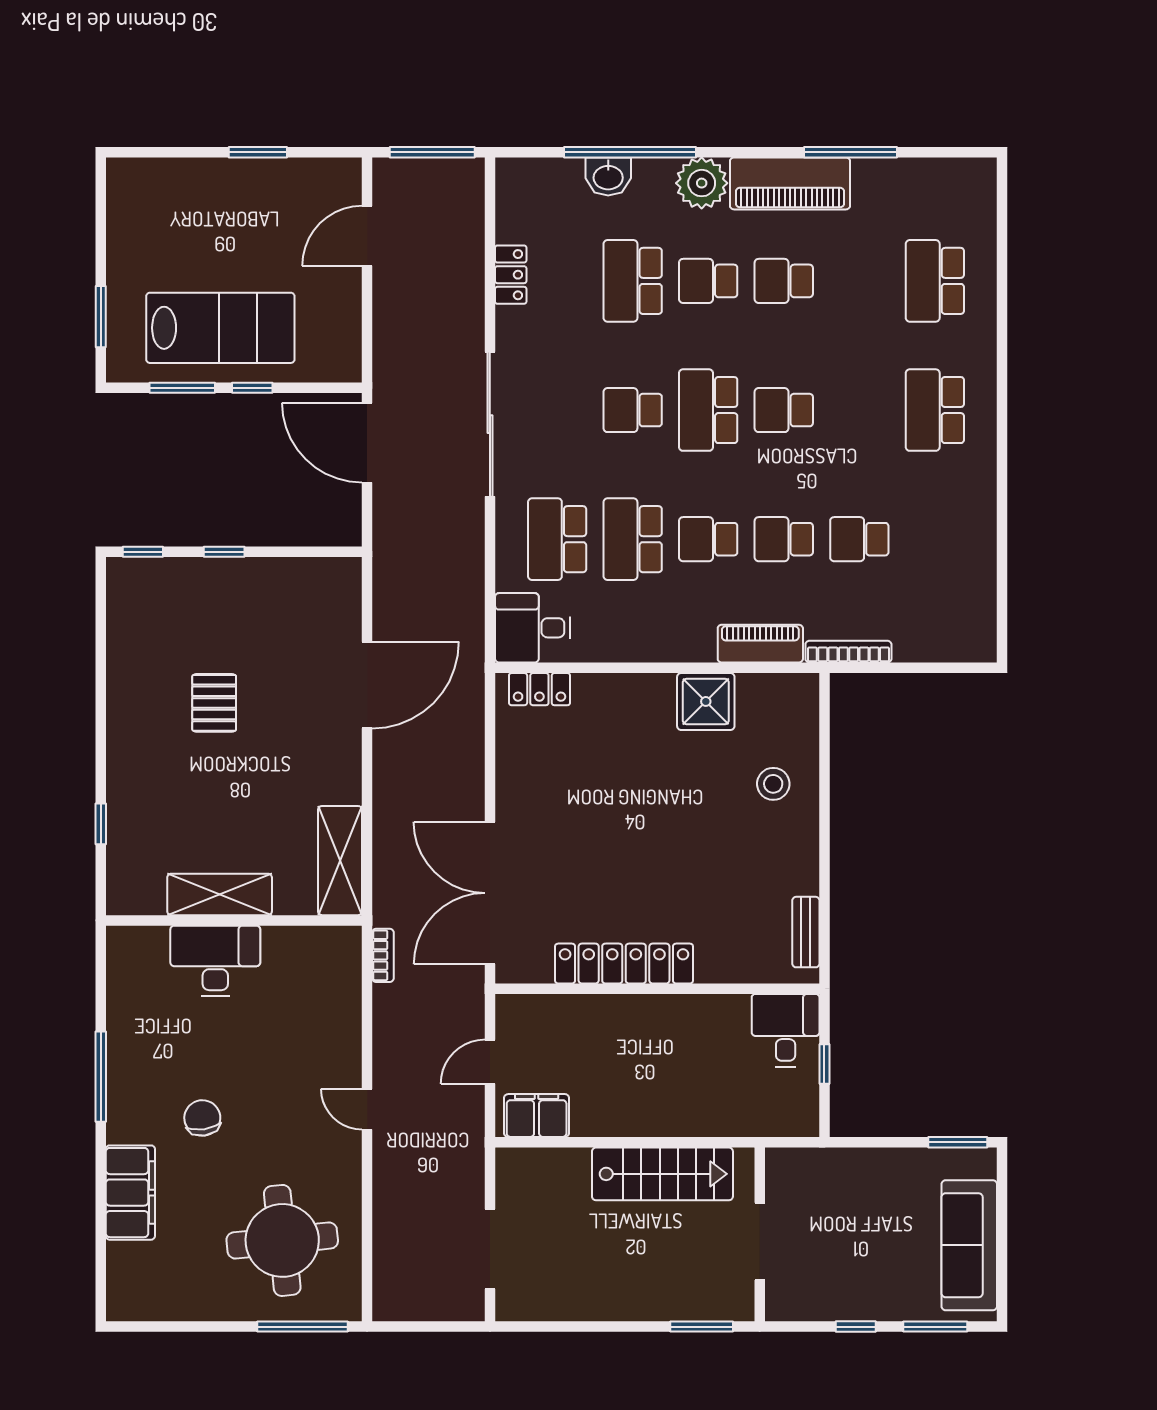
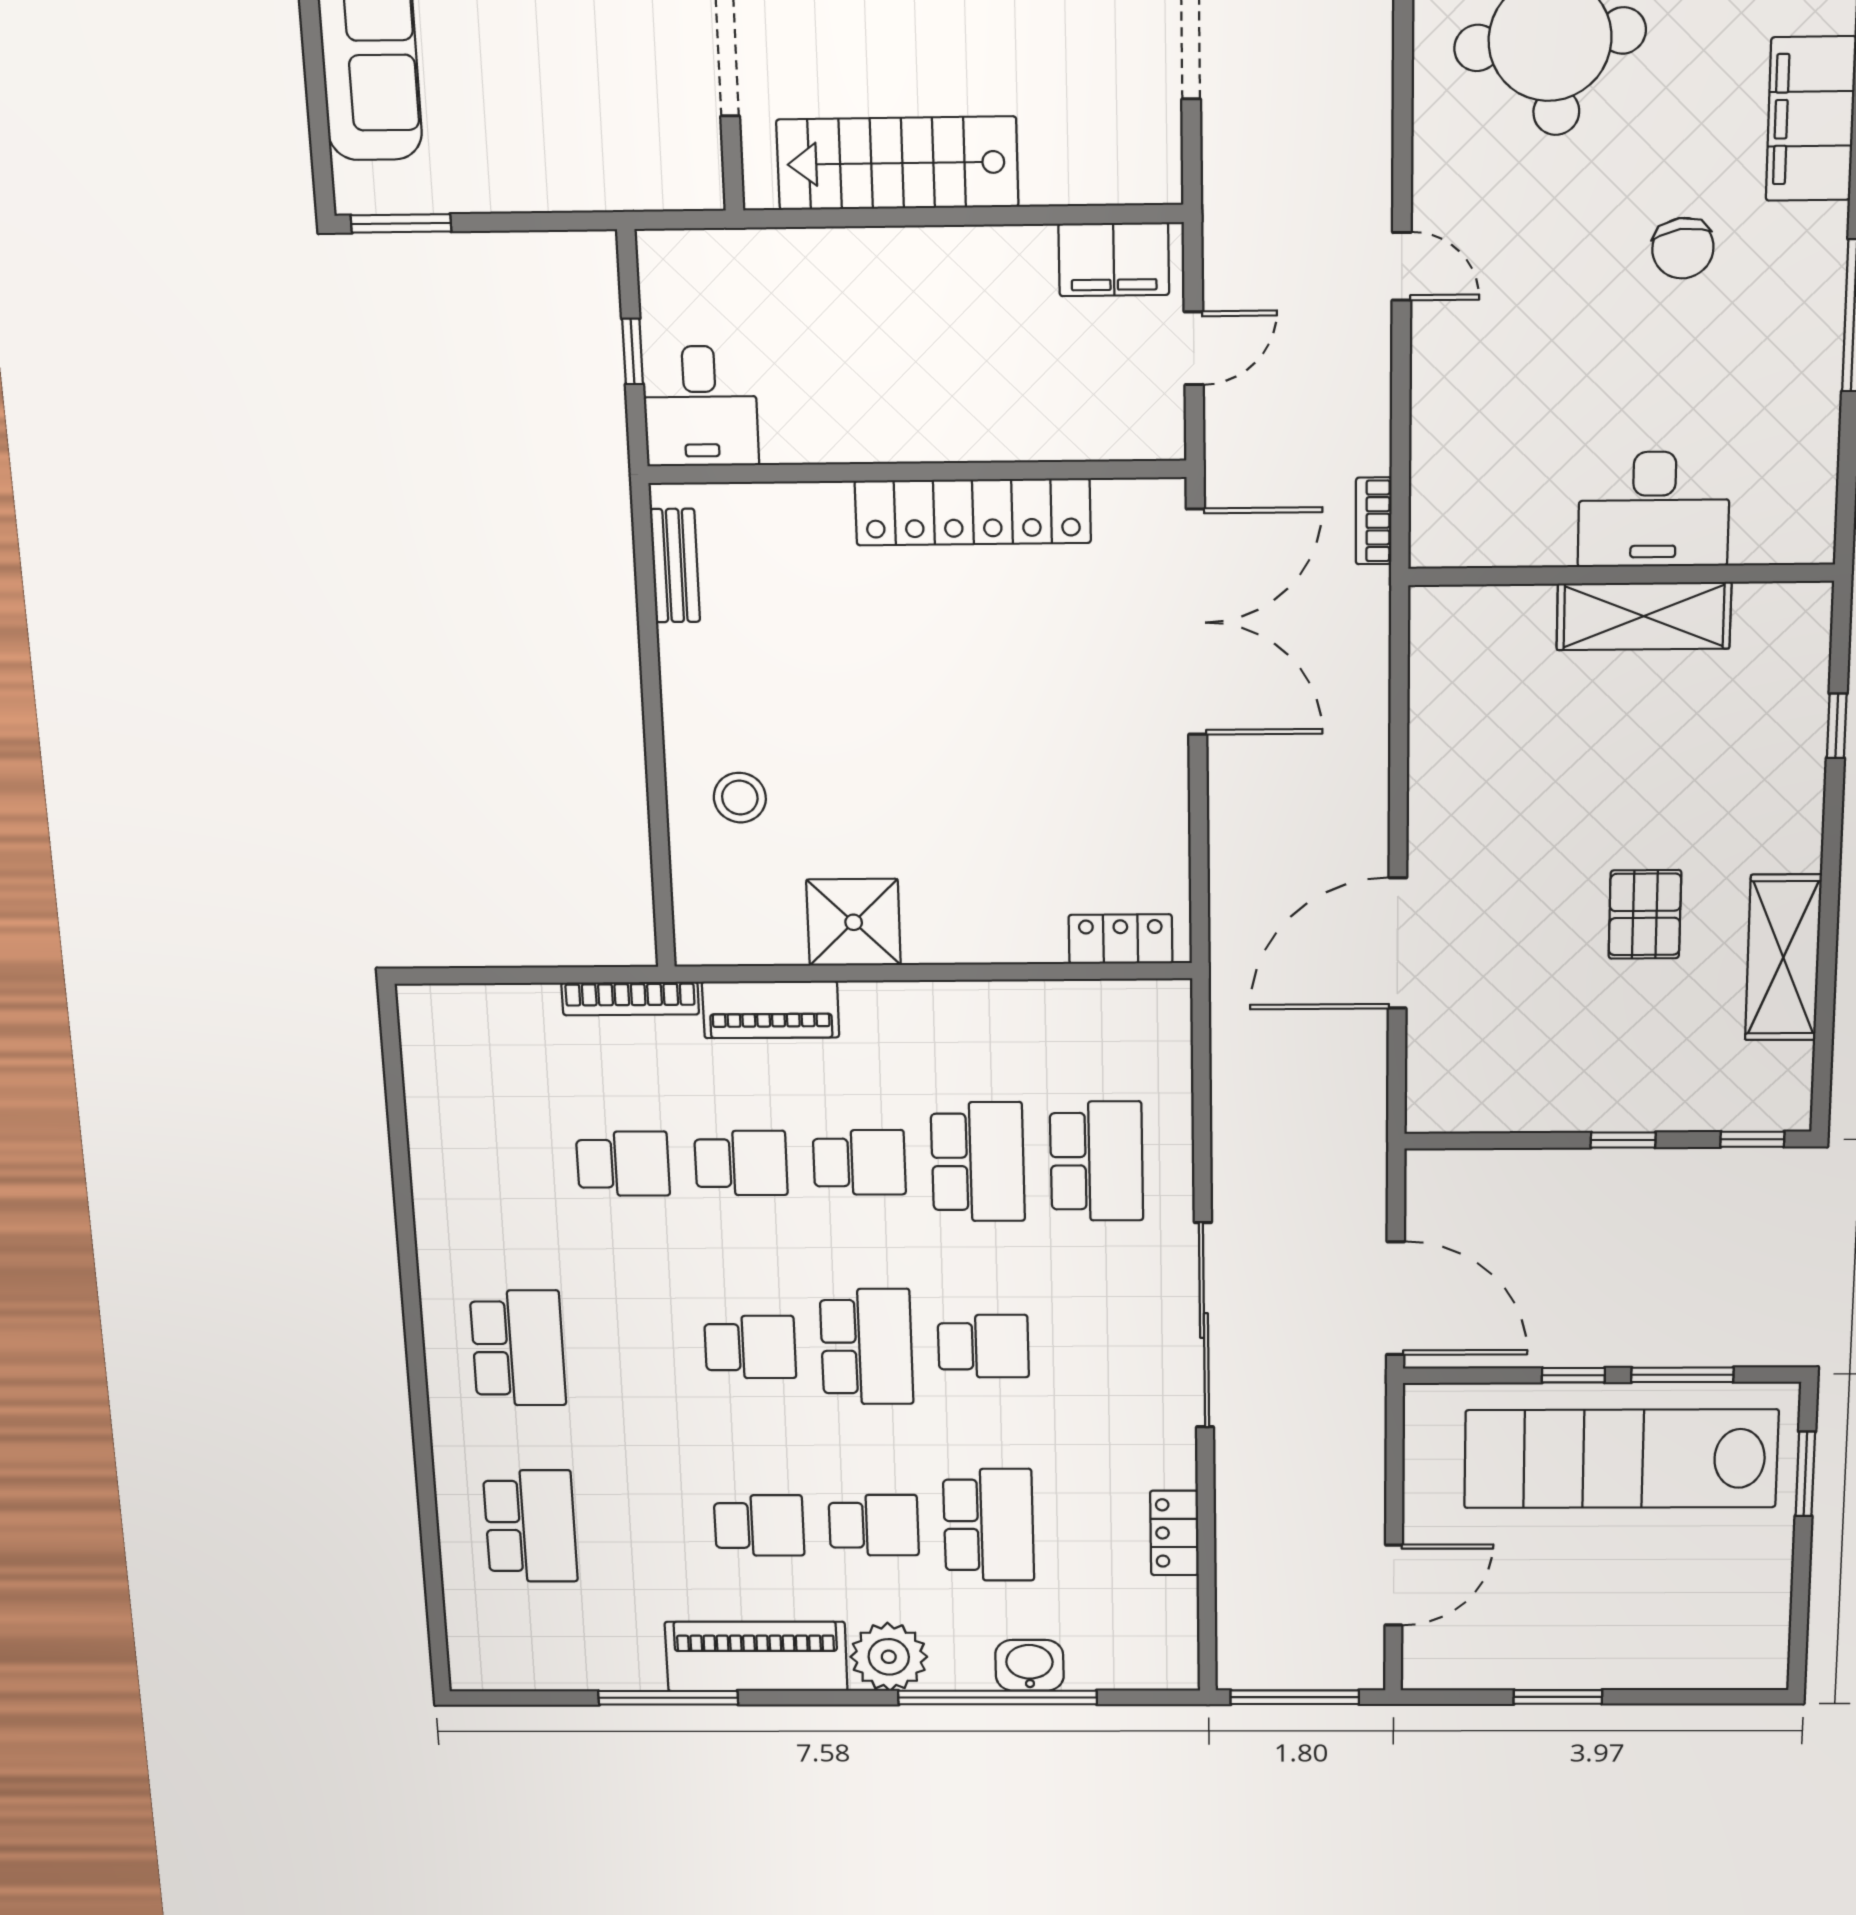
lab bench: (220, 328) -> (1621, 1459), width x1.36
desk: (533, 628) -> (1133, 1031), removed
shelving: (340, 861) -> (1783, 958), moved

